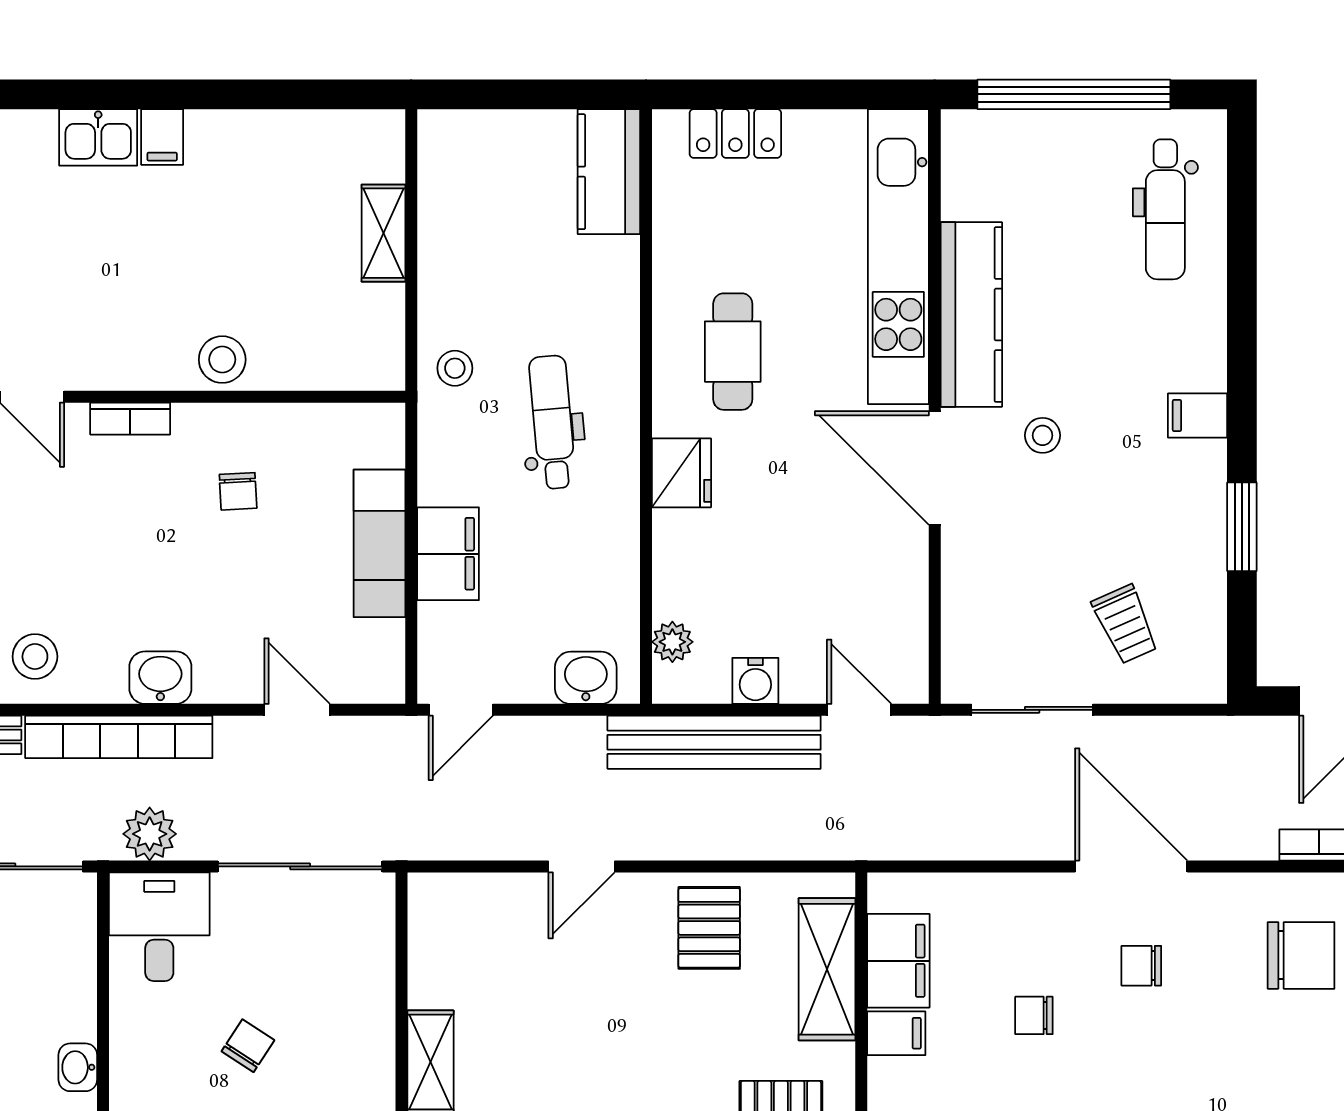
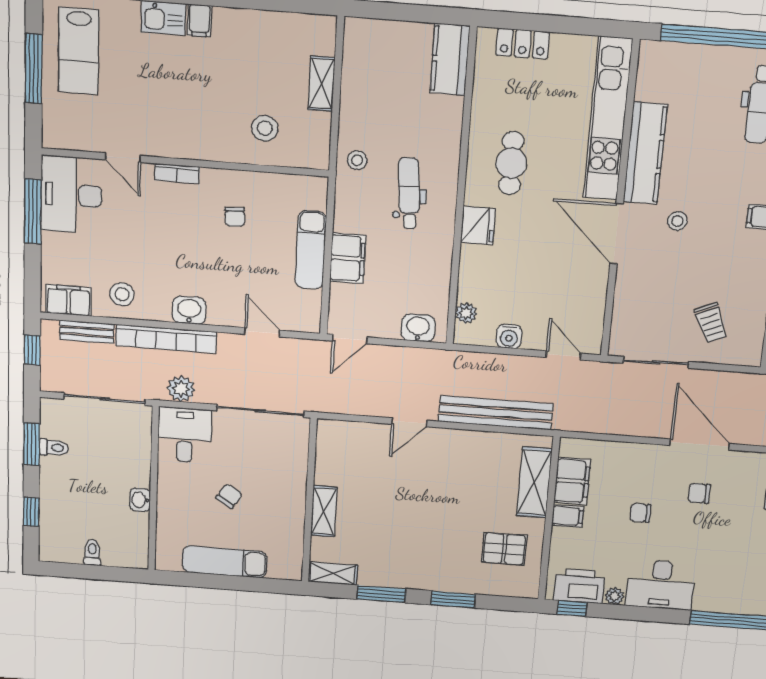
stool: (222, 360) -> (265, 128), moved
bench: (714, 742) -> (496, 413), moved
pallet: (709, 928) -> (474, 458), removed

